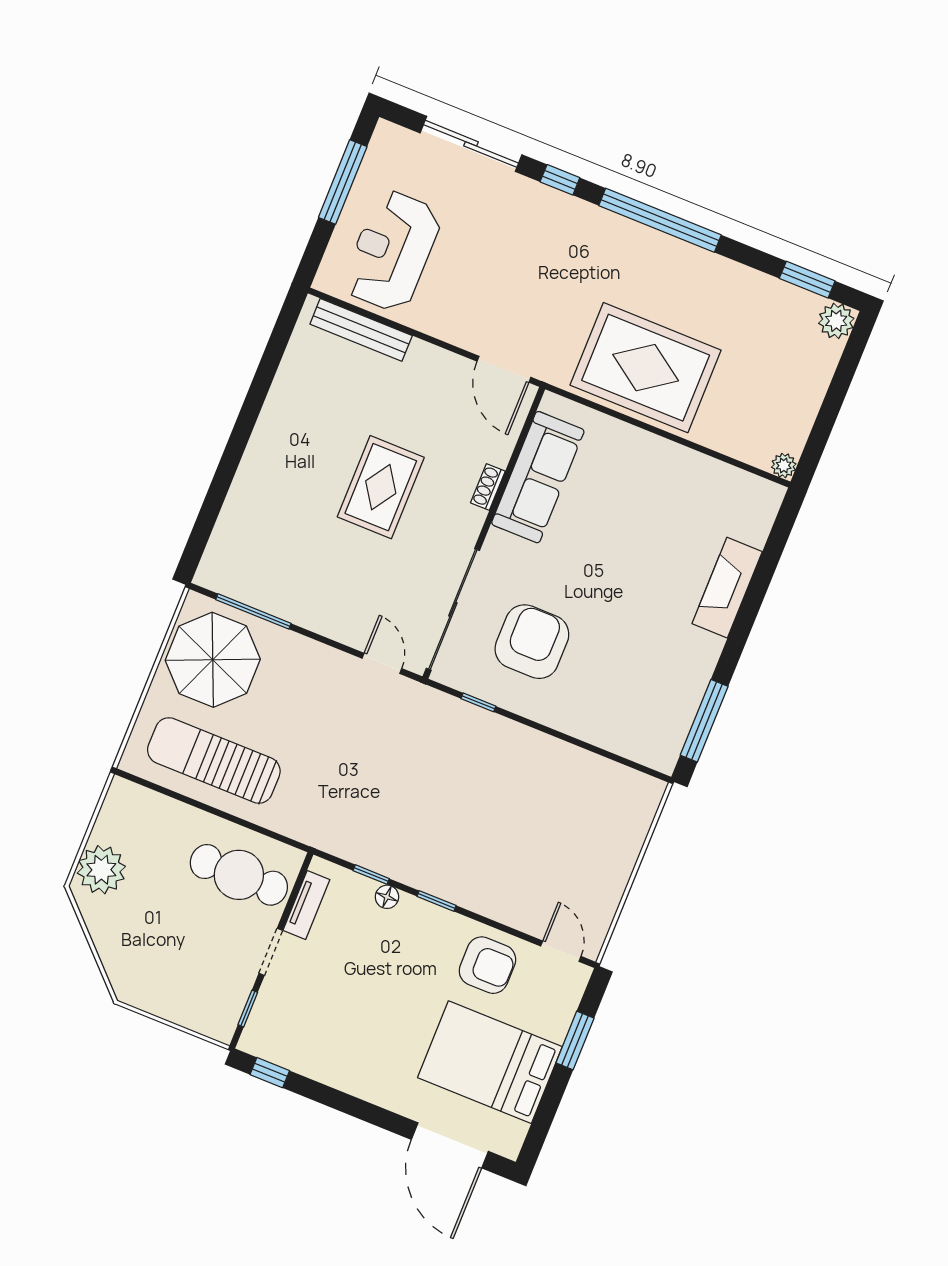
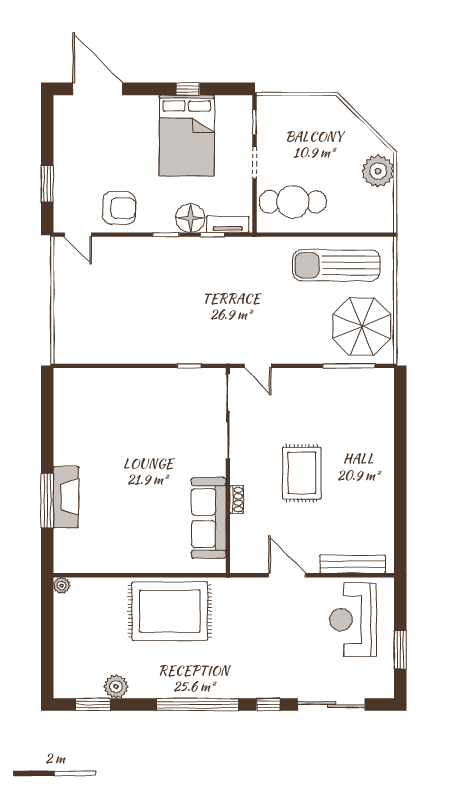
window: (343, 182) -> (400, 650), width x0.69
reception desk: (392, 251) -> (353, 620), turned 180
plant: (836, 321) -> (116, 687), moved
door: (504, 369) -> (287, 575), moved
armchair: (532, 642) -> (172, 416), removed
window: (704, 721) -> (47, 501), moved
sun lounger: (214, 761) -> (336, 265), turned 180
floor lamp: (387, 897) -> (190, 218), width x1.89, depth x1.89
tv unit: (306, 905) -> (228, 224), moved, turned 90
armchair: (487, 965) -> (119, 208), turned 180
bed: (490, 1062) -> (187, 135), moved, turned 90
window: (270, 1073) -> (188, 89), moved

